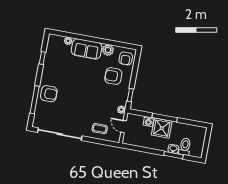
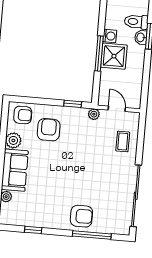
armchair: (113, 76) -> (49, 130), turned 180
armchair: (49, 94) -> (81, 216), turned 90
washing machine: (148, 121) -> (110, 36), moved
door: (124, 127) -> (117, 109), swing flipped

